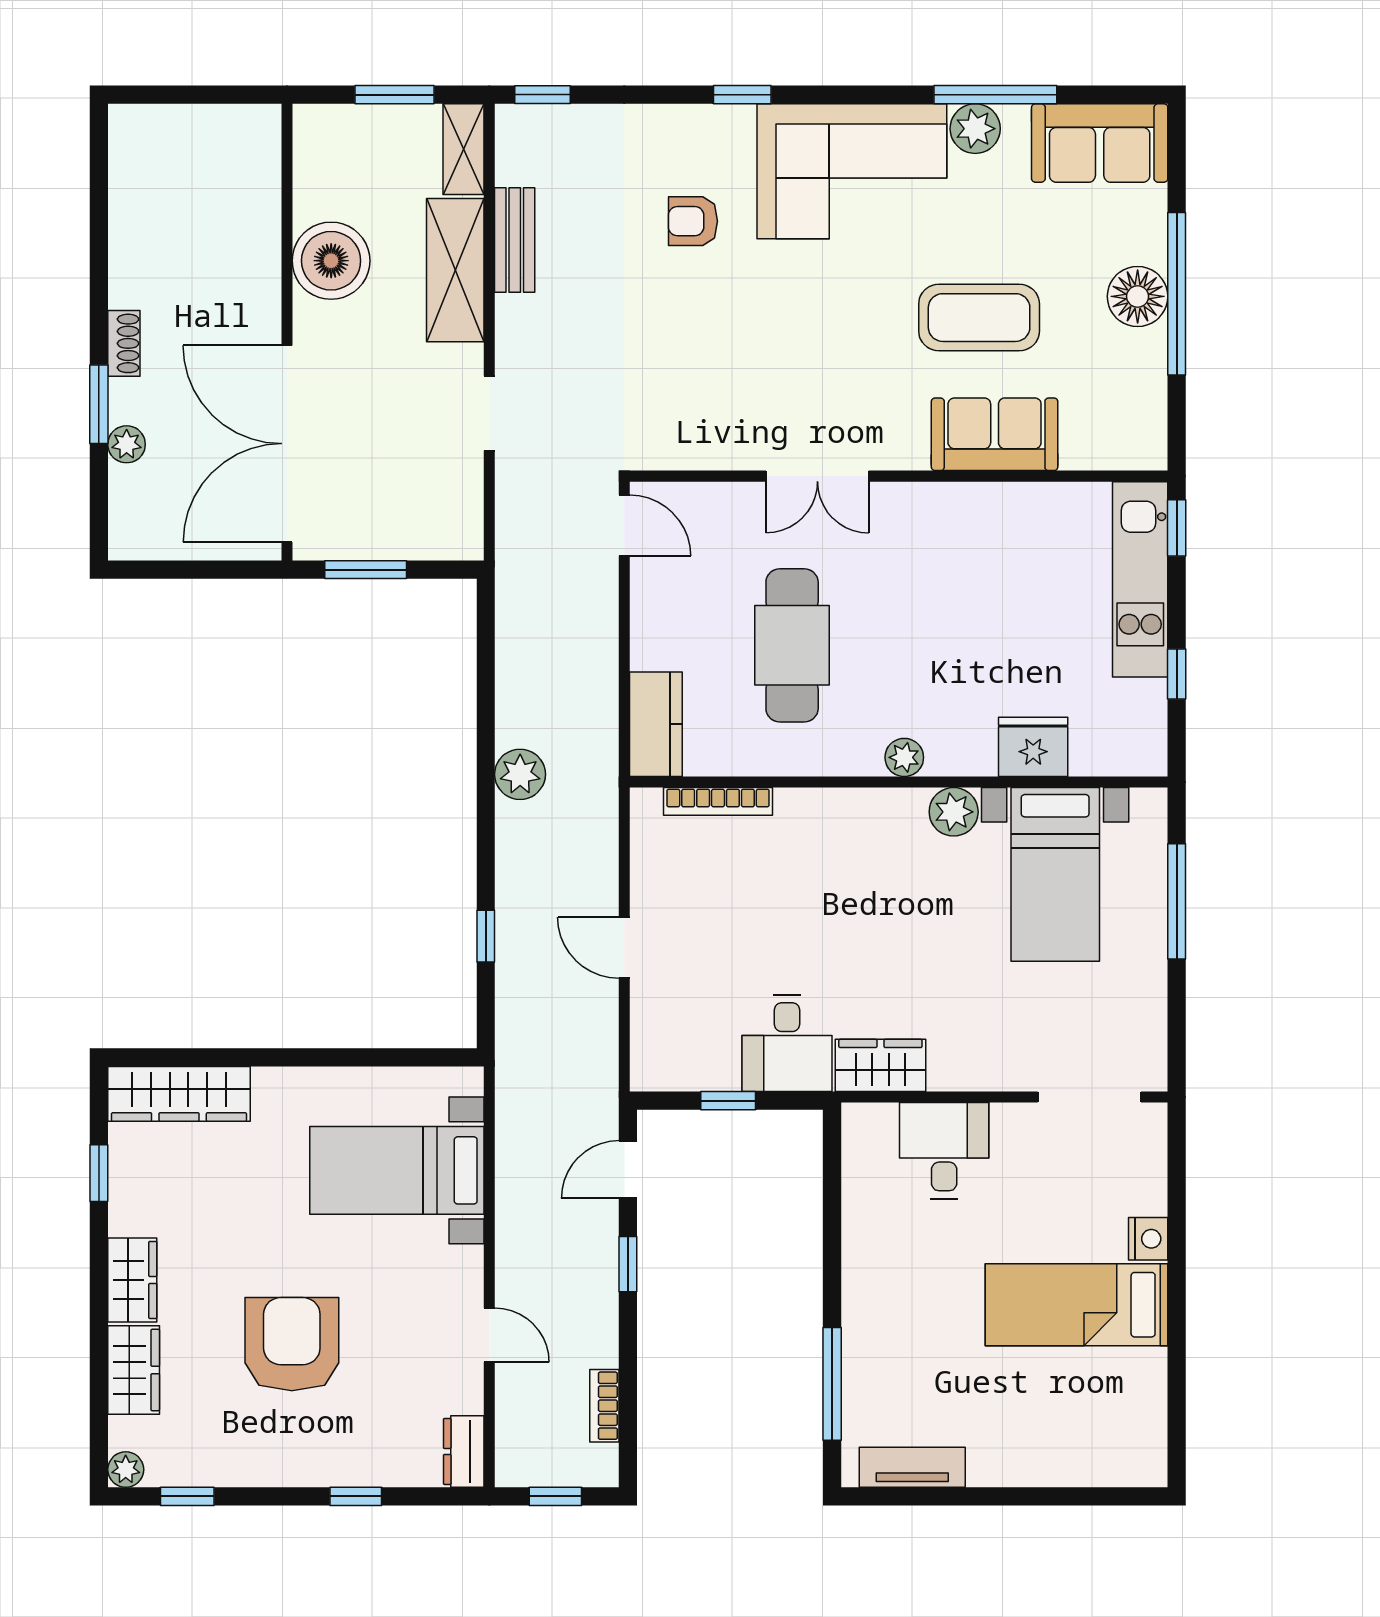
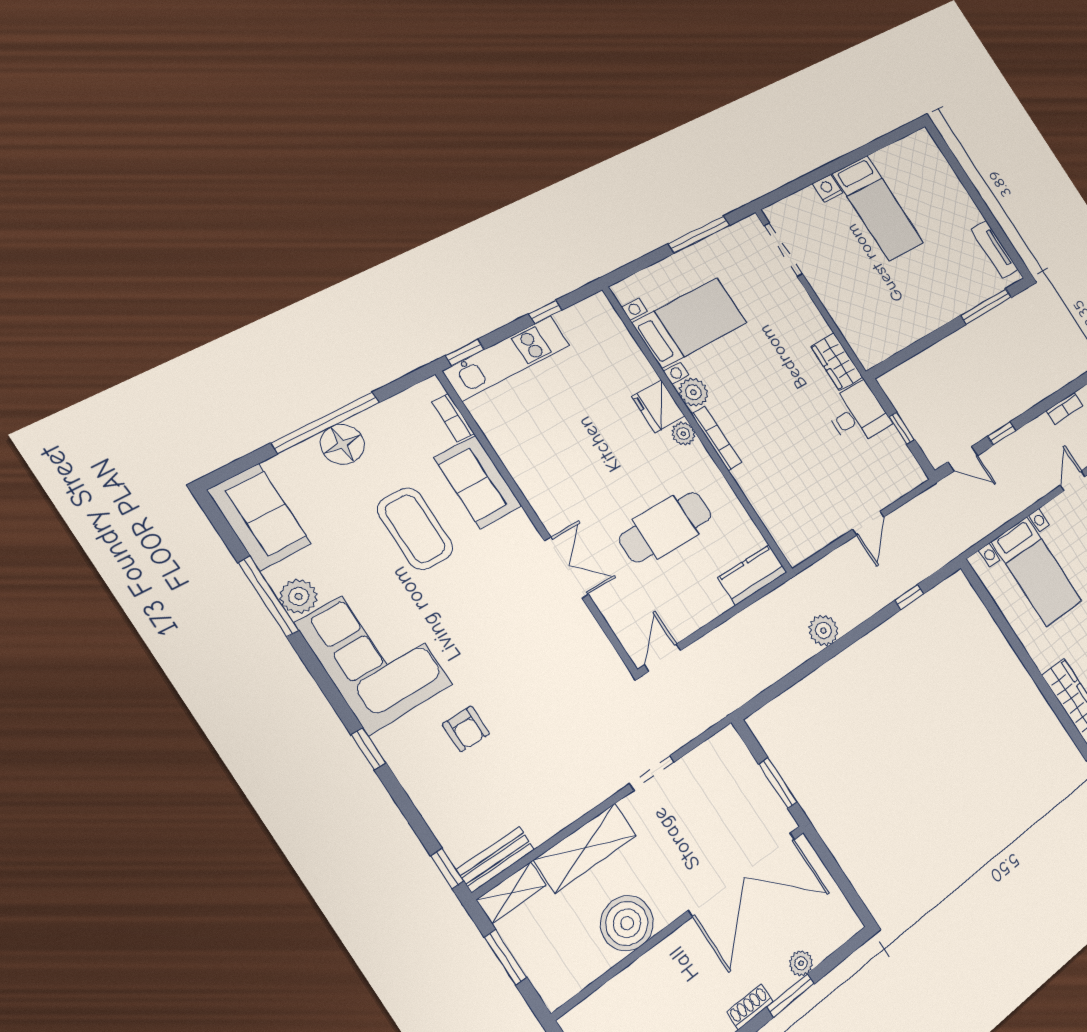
bench: (515, 240) -> (496, 859), moved
bookcase: (1097, 456) -> (453, 418), added
fridge: (1033, 747) -> (658, 406), moved
bookcase: (718, 801) -> (716, 438), moved
window: (1177, 901) -> (699, 234), moved
desk: (944, 1150) -> (854, 309), removed

